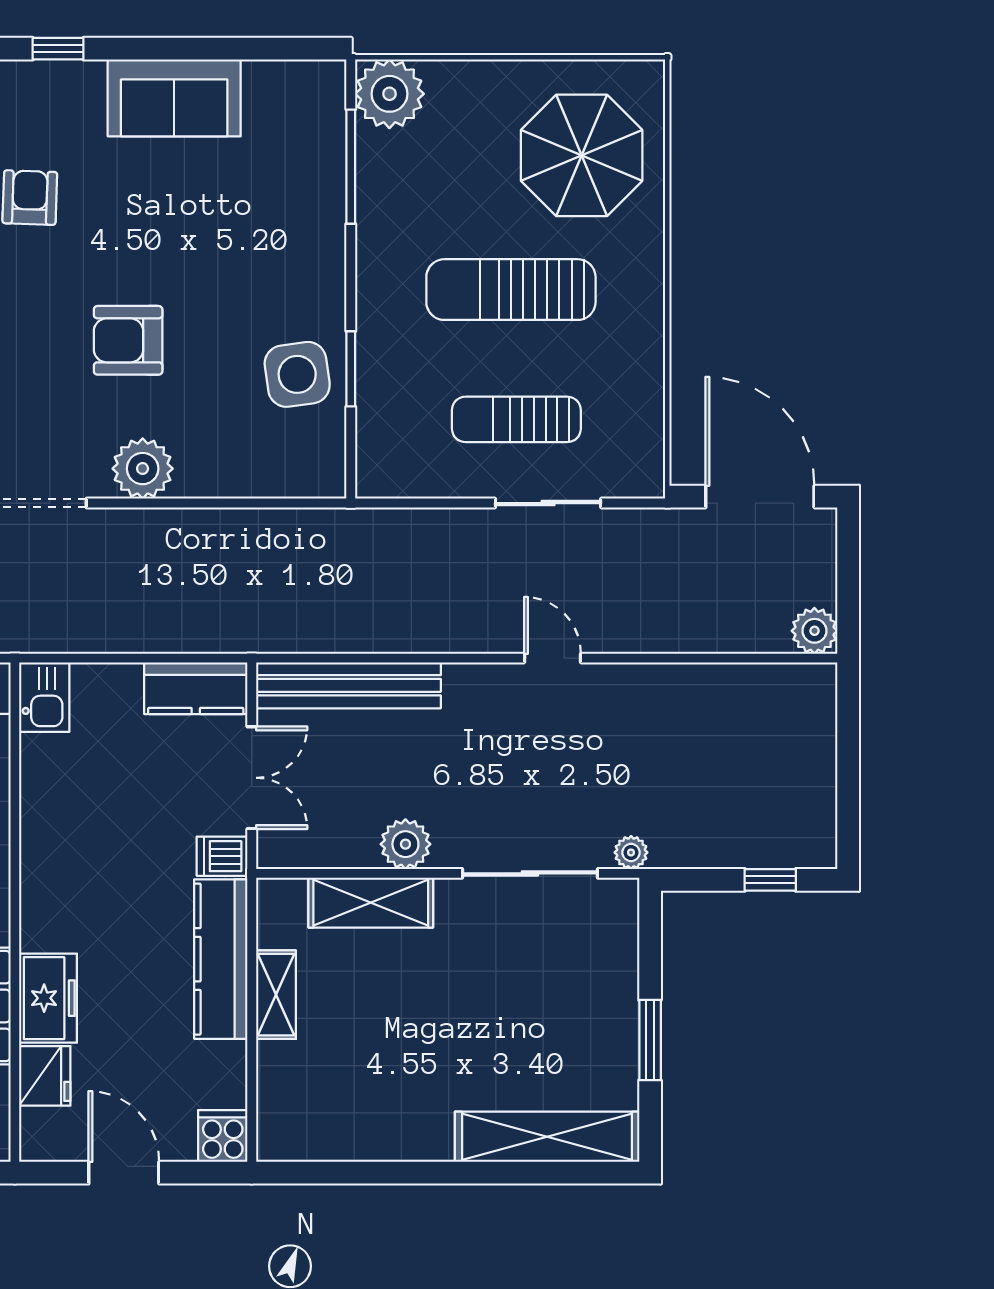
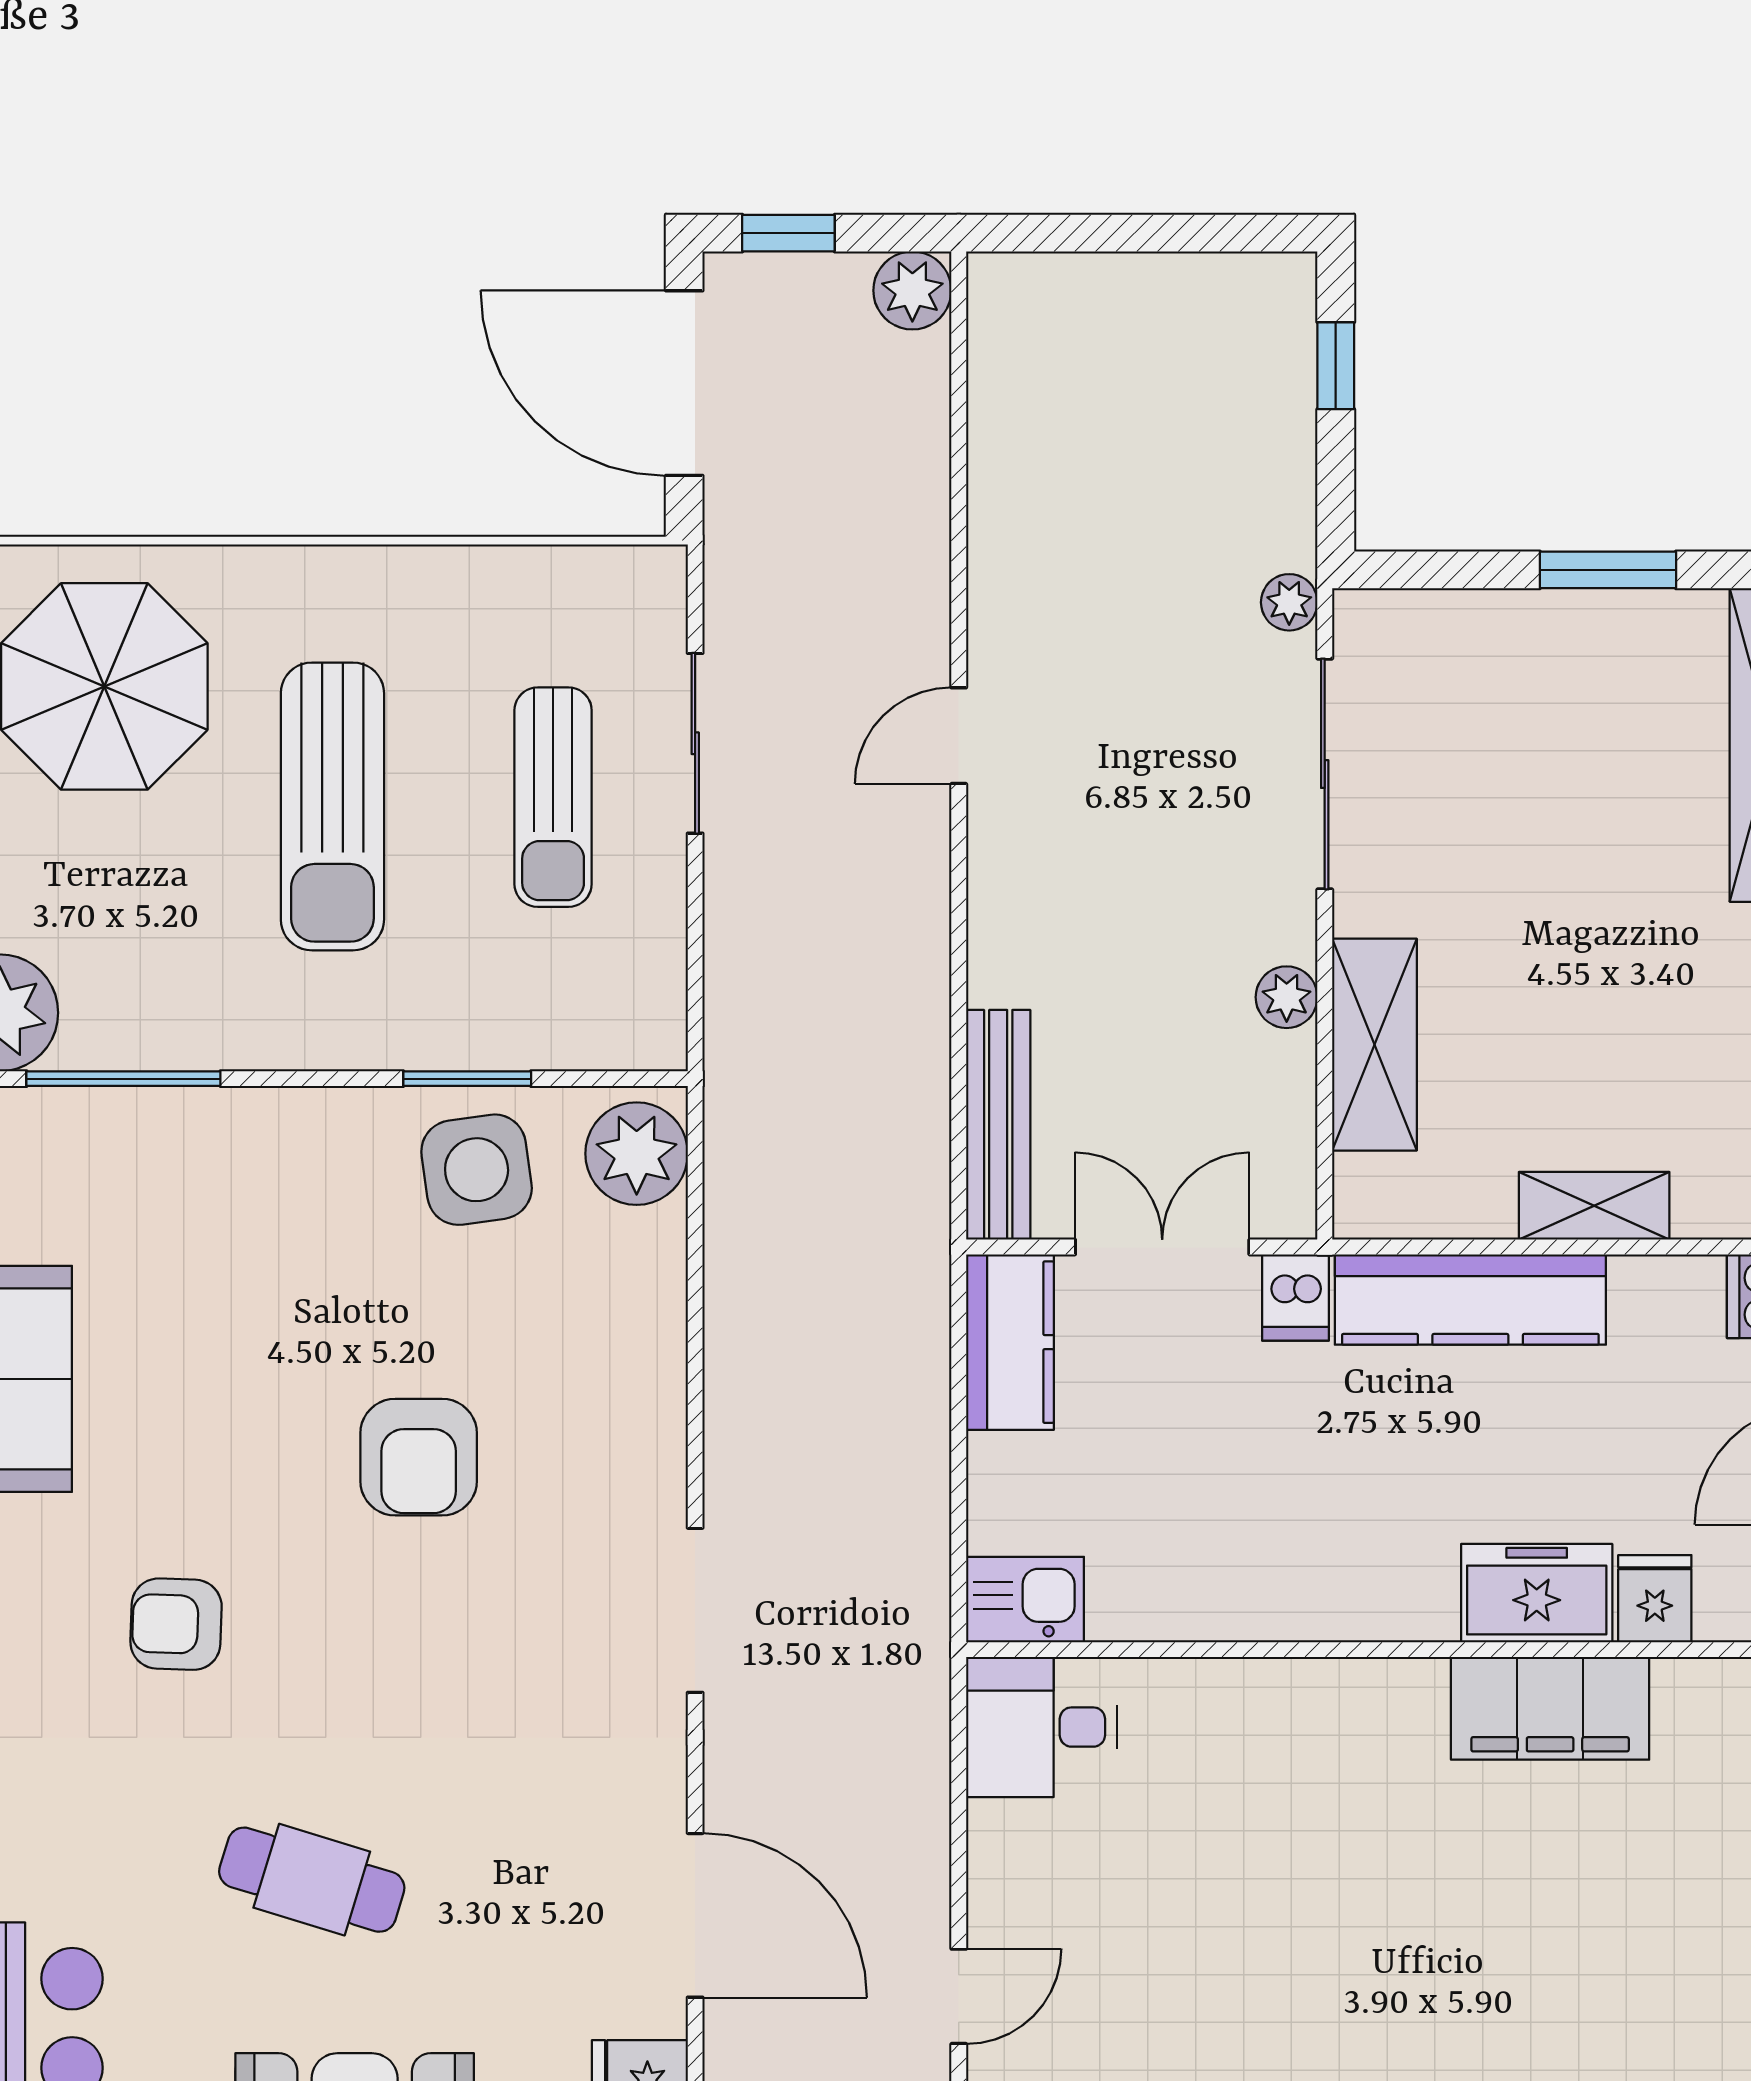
plant: (143, 469) -> (637, 1154), moved
door: (760, 497) -> (684, 383), hinge flipped
window: (848, 558) -> (788, 233), added
bench: (348, 685) -> (998, 1125), width x0.73, depth x0.82
plant: (405, 844) -> (1287, 997), width x0.73, depth x0.73
shelving: (276, 995) -> (1594, 1206), moved
fridge: (45, 1076) -> (1655, 1599), width x0.72

